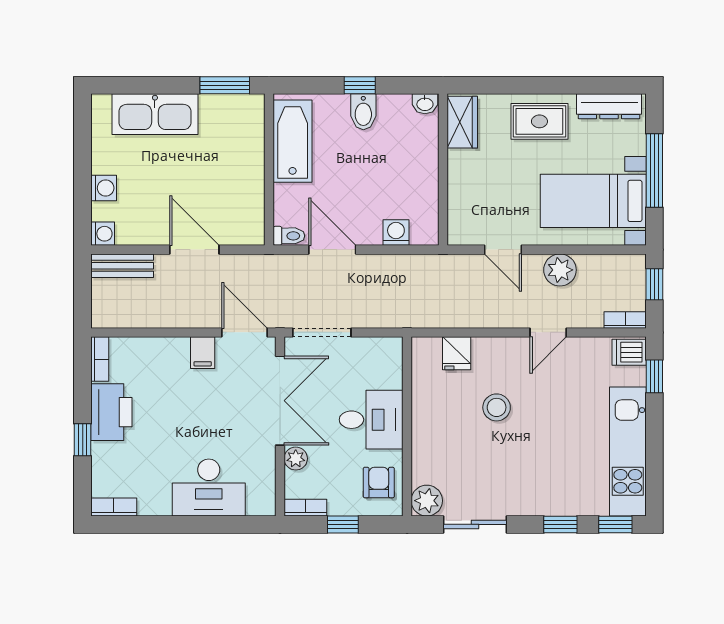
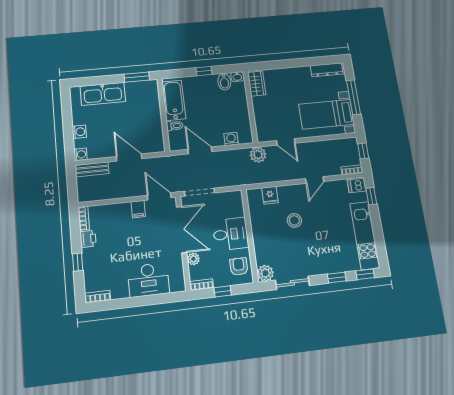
bidet: (363, 112) -> (224, 82), moved
rug: (539, 121) -> (294, 80), removed
toilet: (289, 236) -> (175, 126), moved
plant: (560, 270) -> (258, 155), moved
printer: (111, 412) -> (88, 239), width x0.53, depth x0.68

